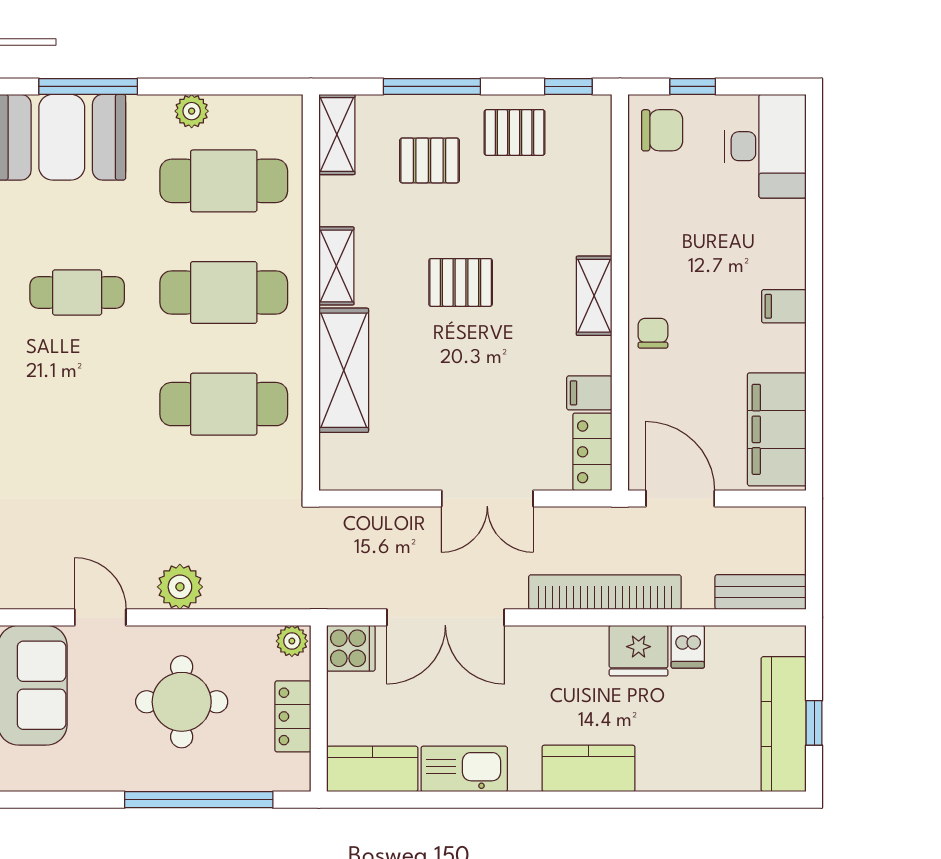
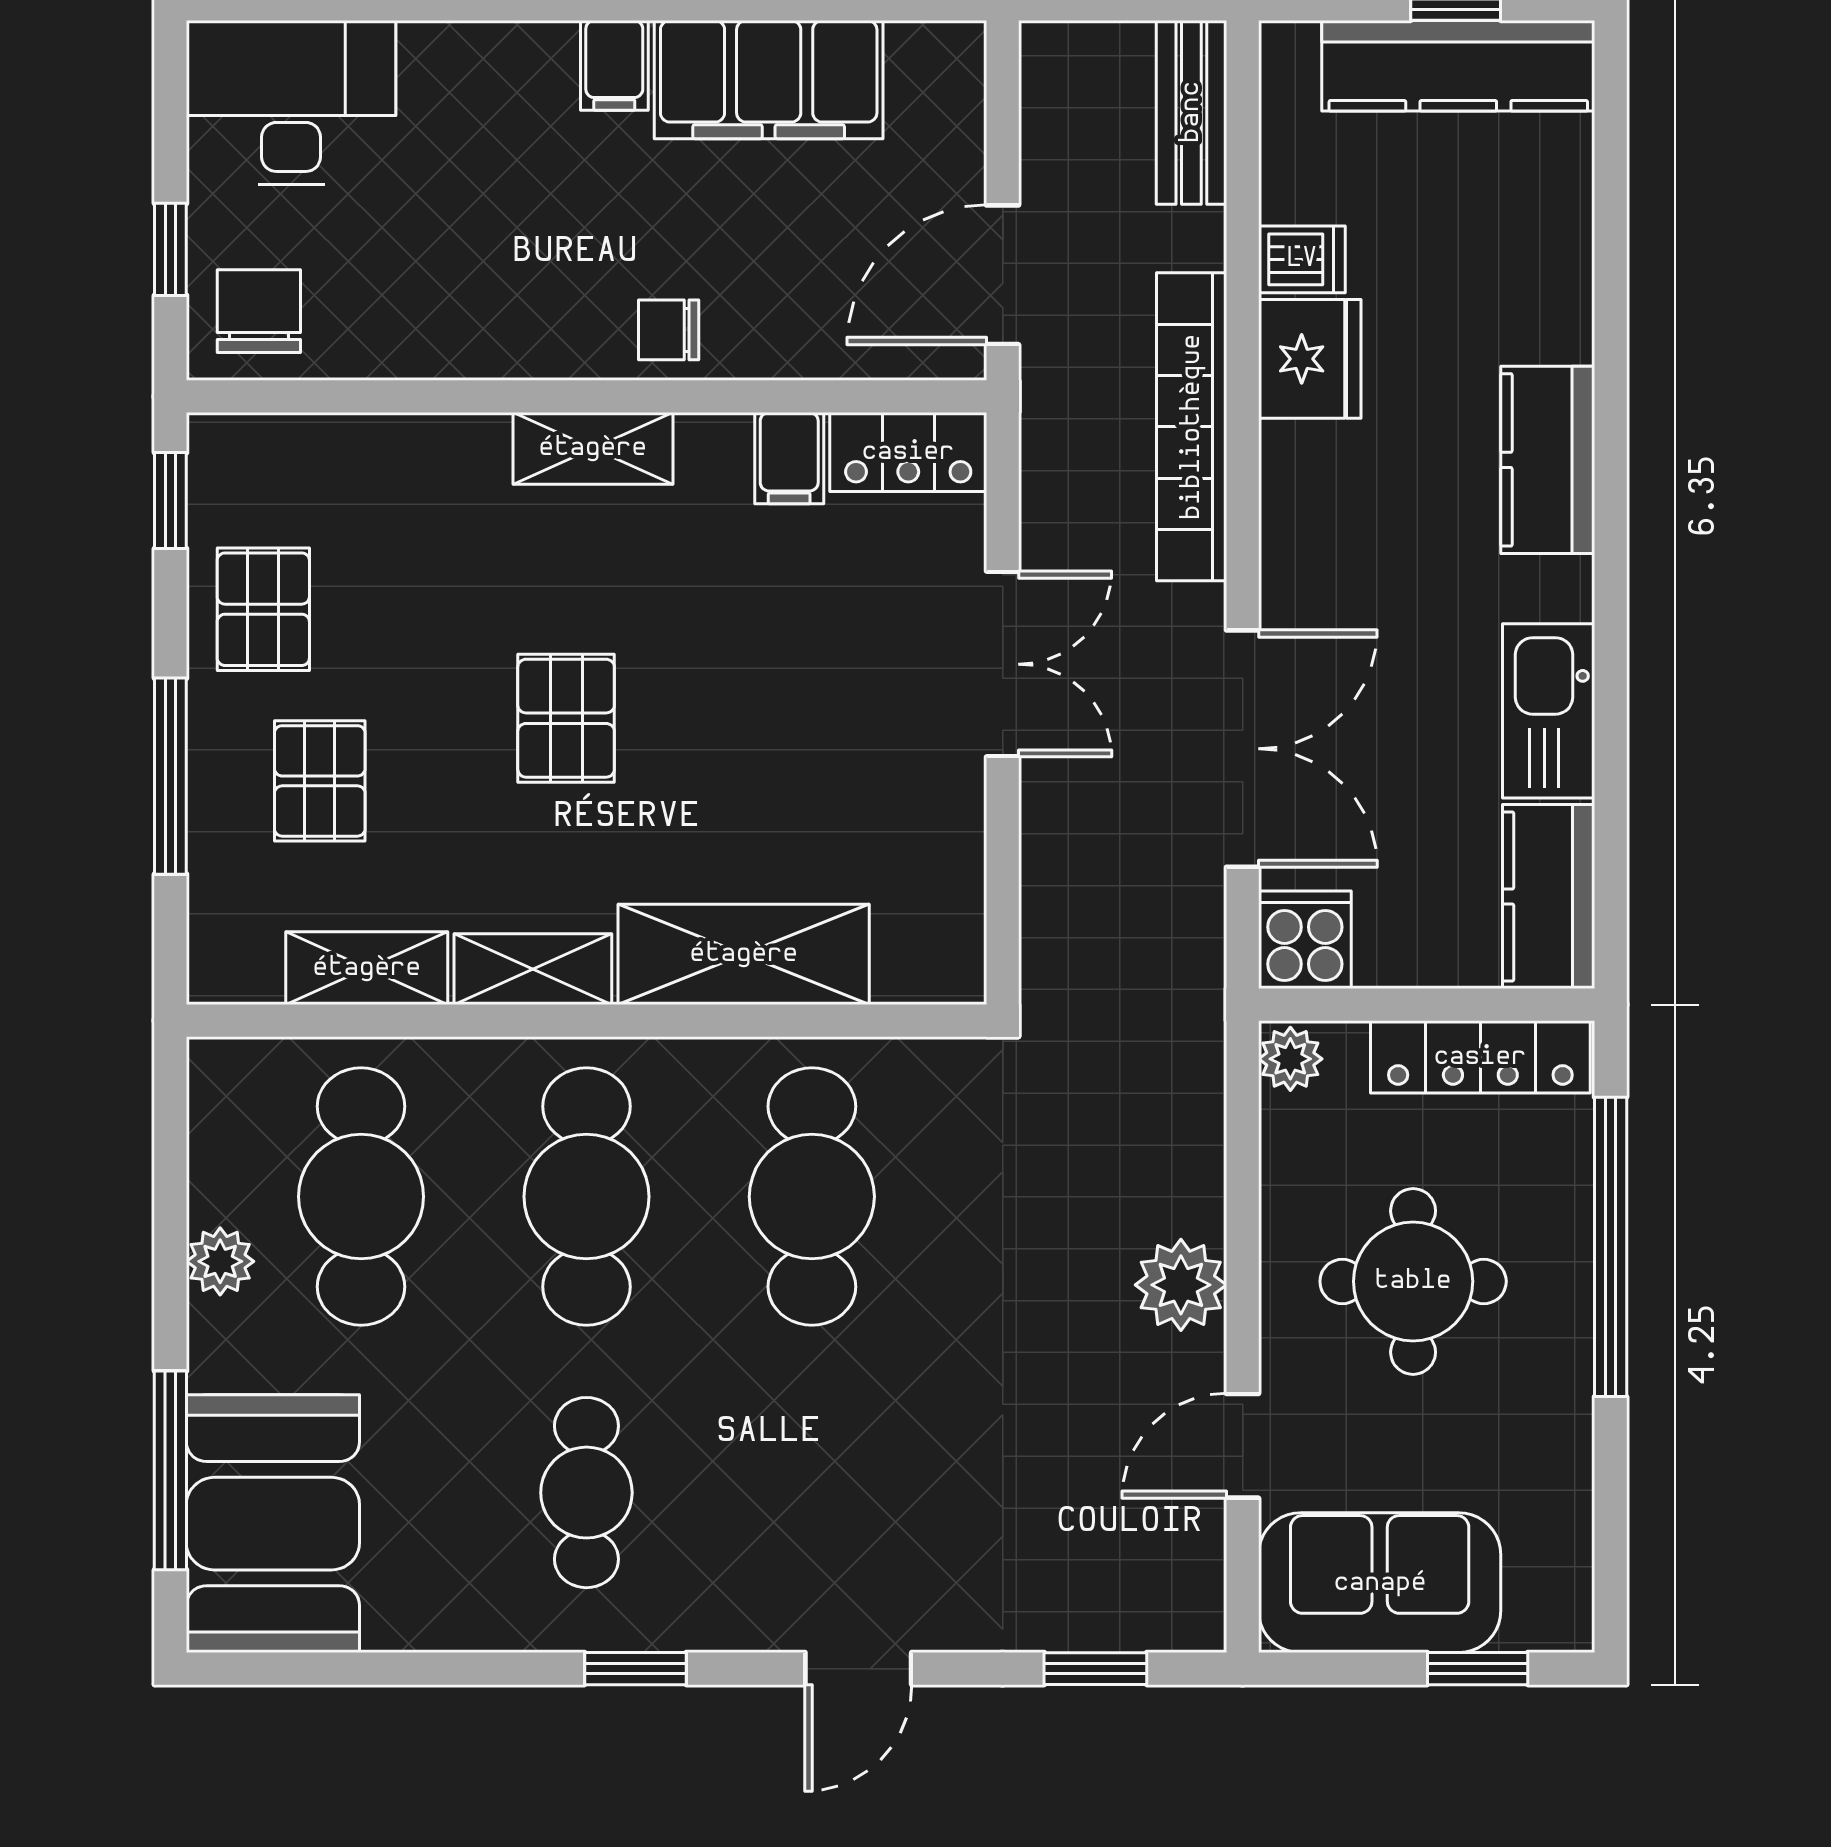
shelving: (337, 134) -> (367, 968), moved
filing cabinet: (777, 429) -> (769, 80), moved
locker: (293, 716) -> (1480, 1057), width x1.53

